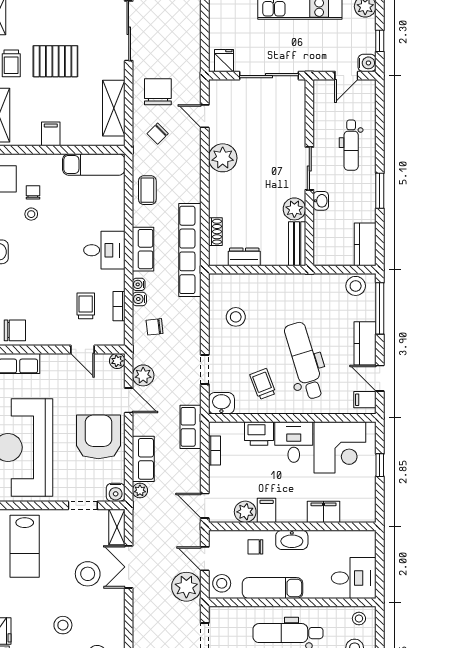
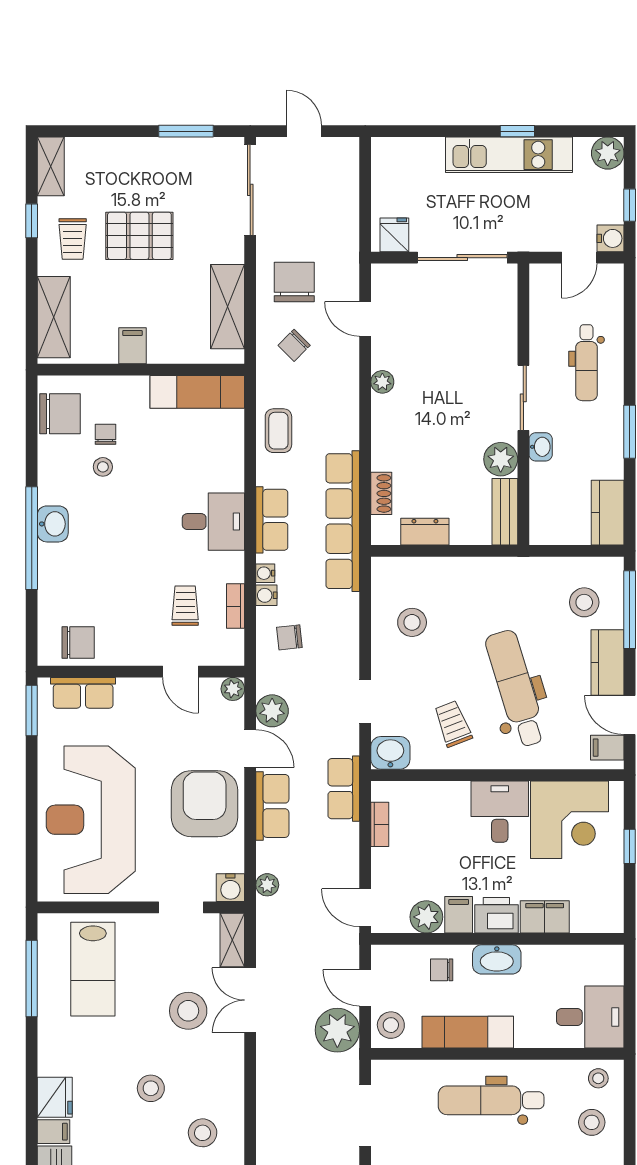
plant: (223, 158) -> (382, 382), width x0.53, depth x0.53
stool: (356, 286) -> (584, 602), moved
printer: (259, 434) -> (496, 915), moved, turned 180
row of seats: (143, 459) -> (272, 806), moved

